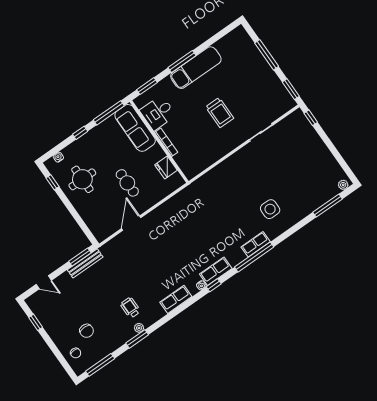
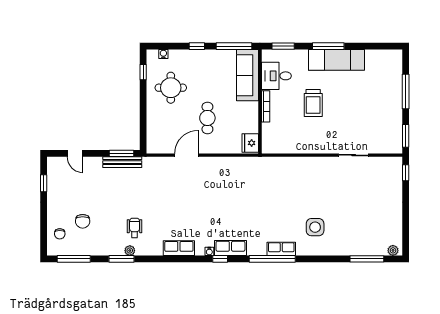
trolley: (220, 113) -> (313, 103), moved
fridge: (166, 168) -> (250, 143), moved

